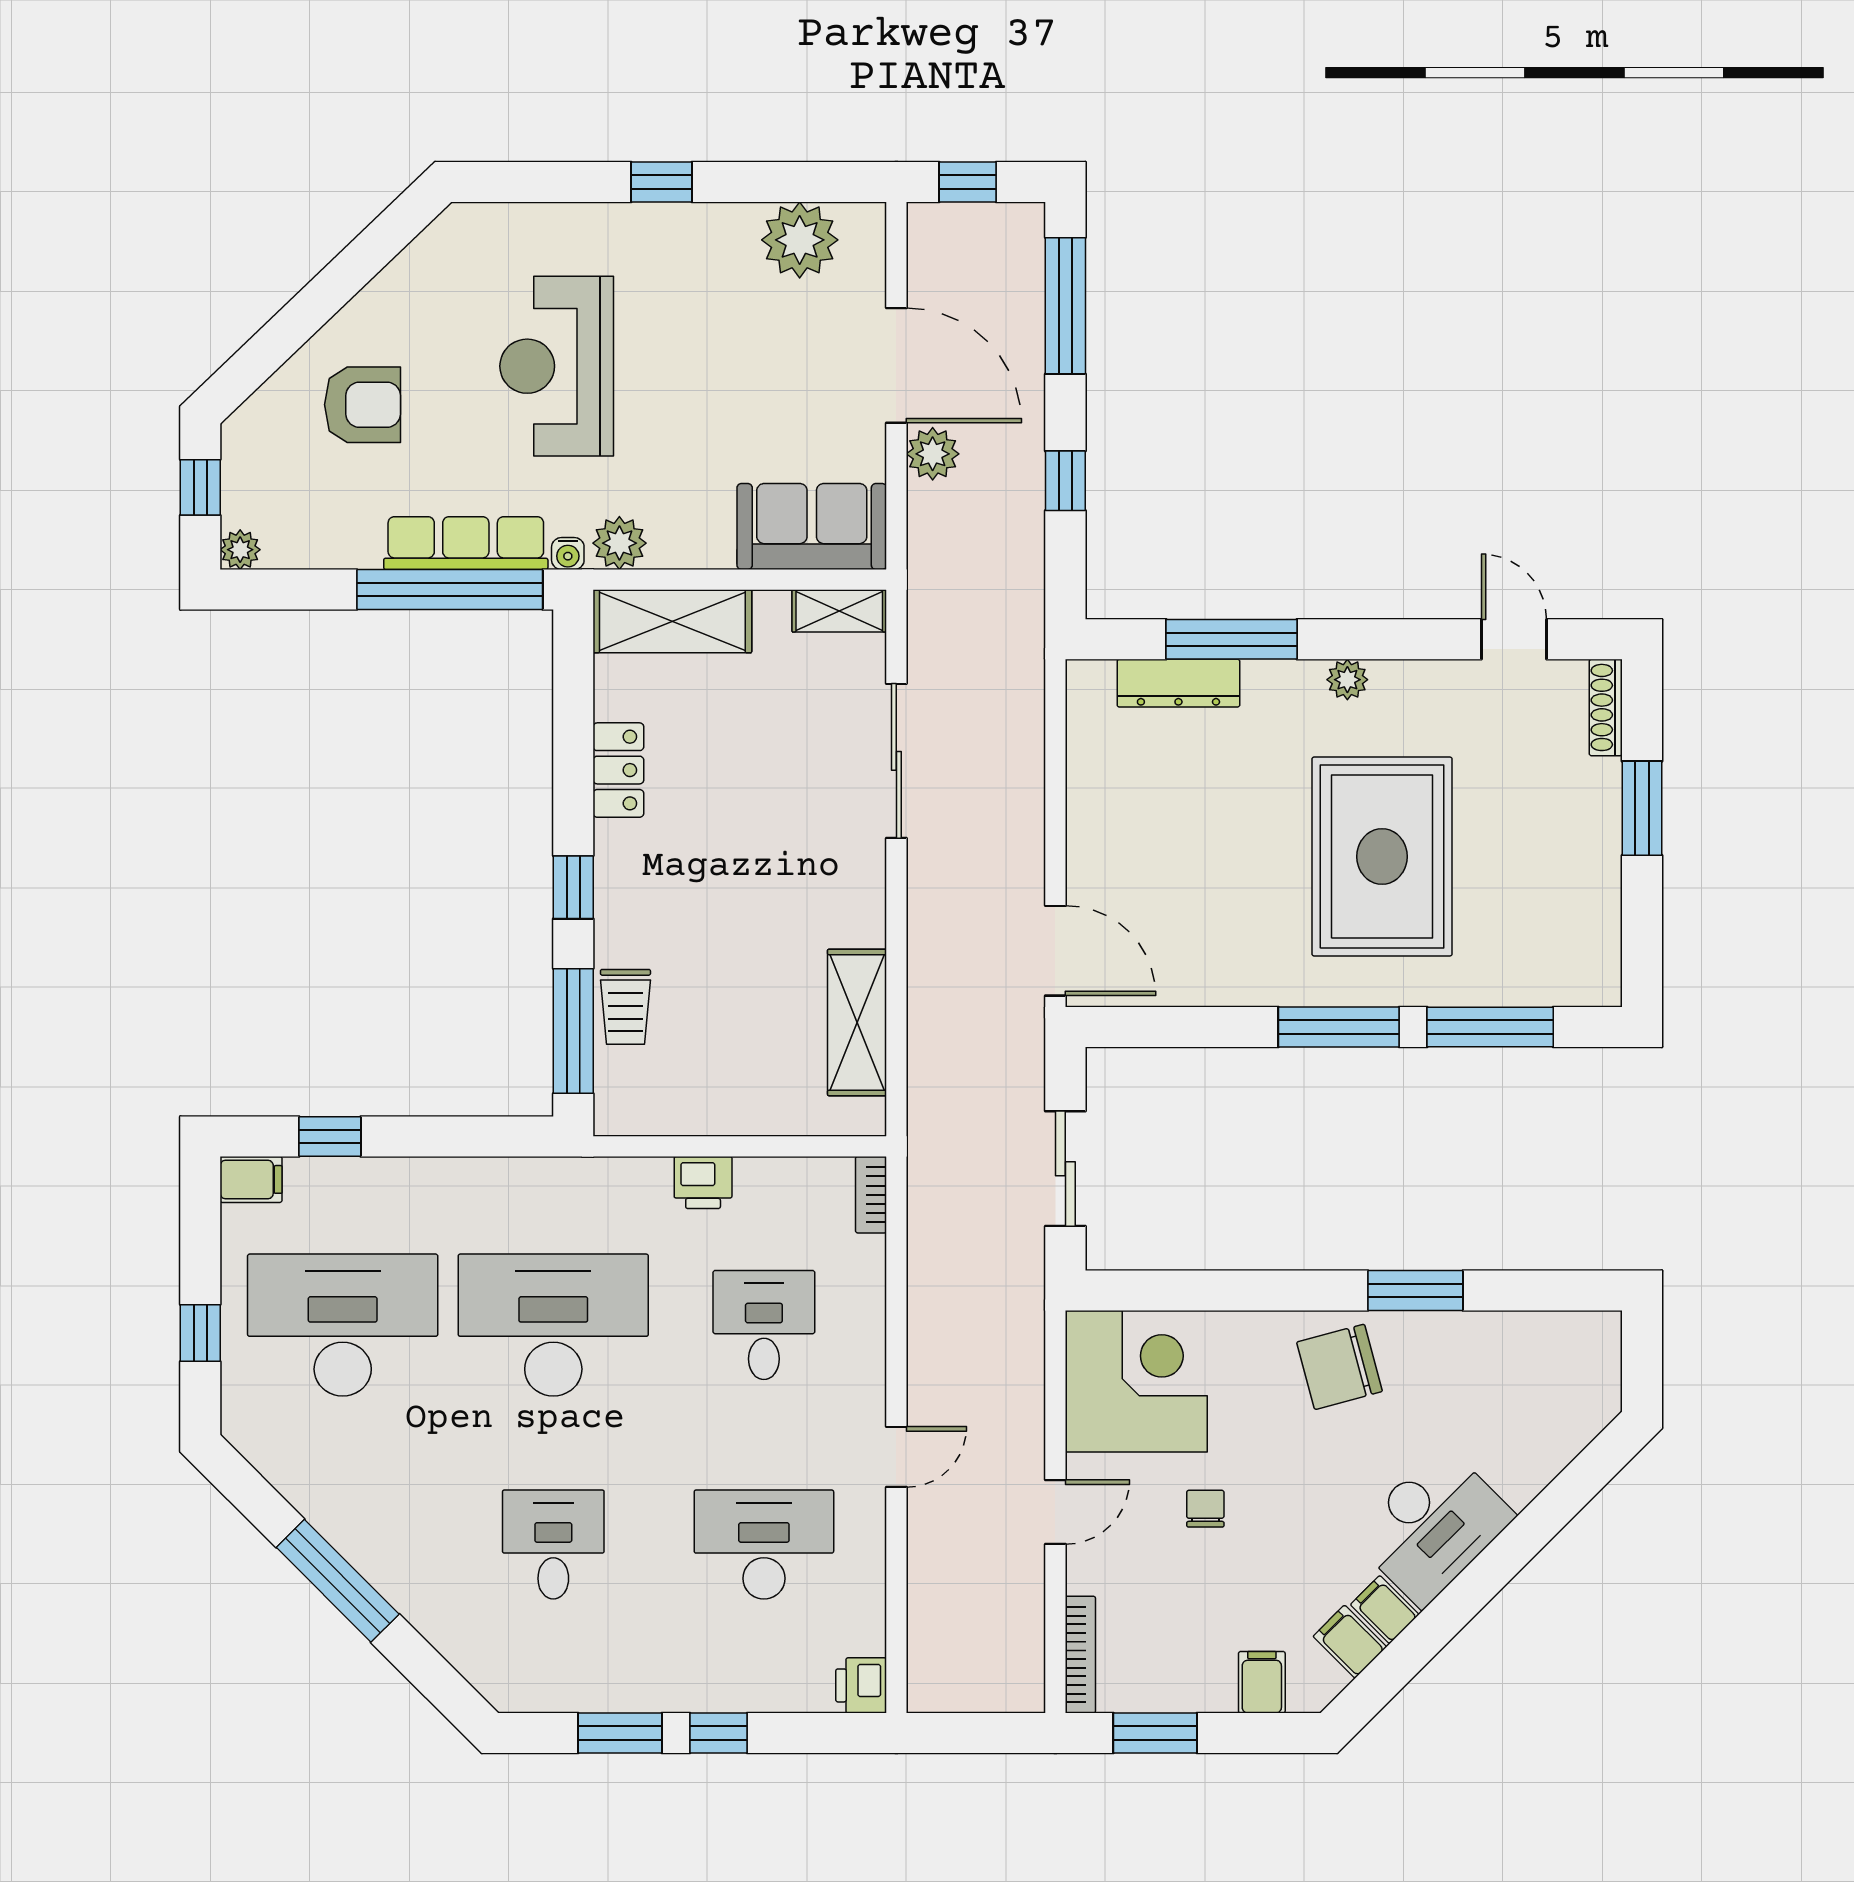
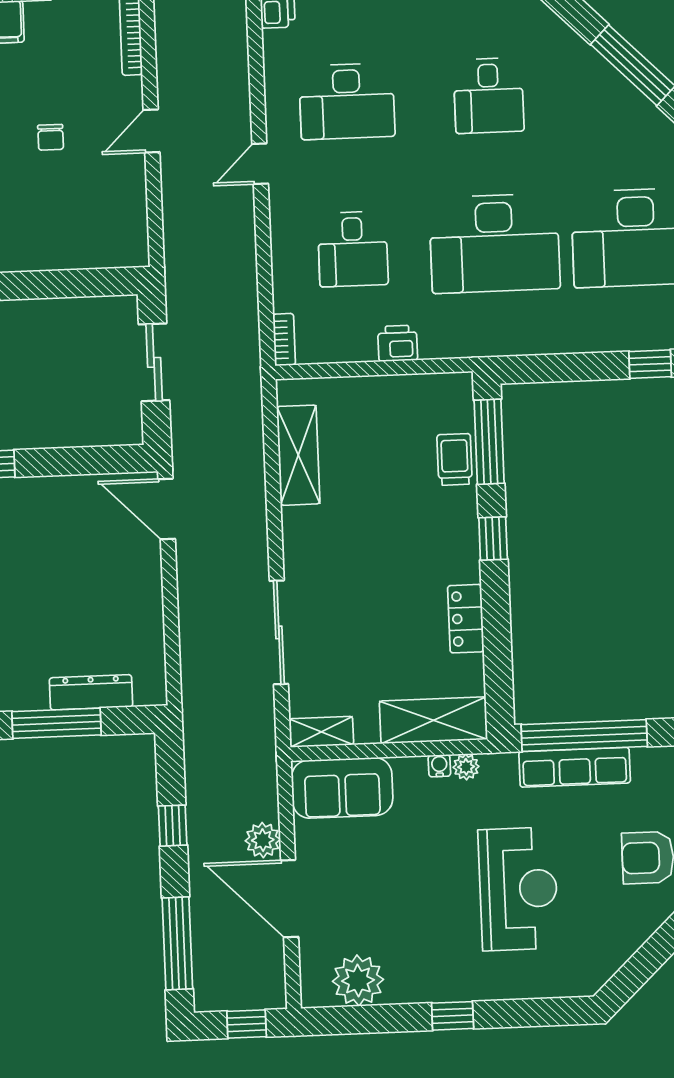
plant: (619, 543) -> (466, 767), width x0.73, depth x0.73
water cooler: (568, 554) -> (439, 766), moved
corner desk: (1136, 1381) -> (101, 221), removed

